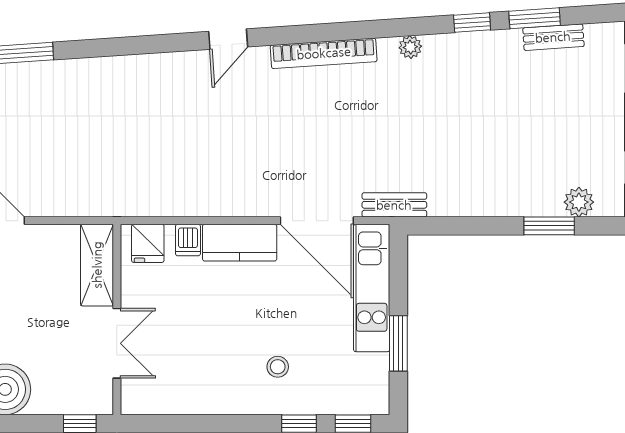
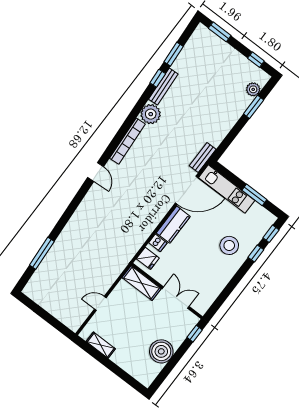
bench: (553, 37) -> (163, 87), moved, width x1.36
plant: (410, 47) -> (151, 114), width x1.88, depth x1.88
stool: (278, 367) -> (229, 245), width x1.89, depth x1.89

